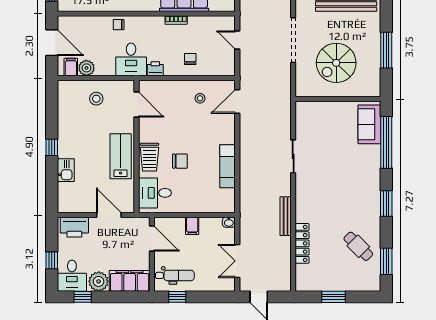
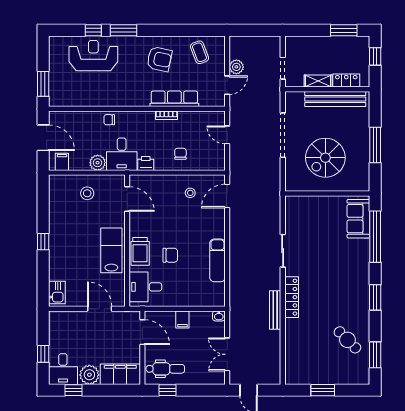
plant: (86, 68) -> (98, 163), moved
kitchen sink: (66, 170) -> (57, 292), moved
printer: (74, 227) -> (65, 321), removed
locker: (302, 243) -> (292, 297), moved

